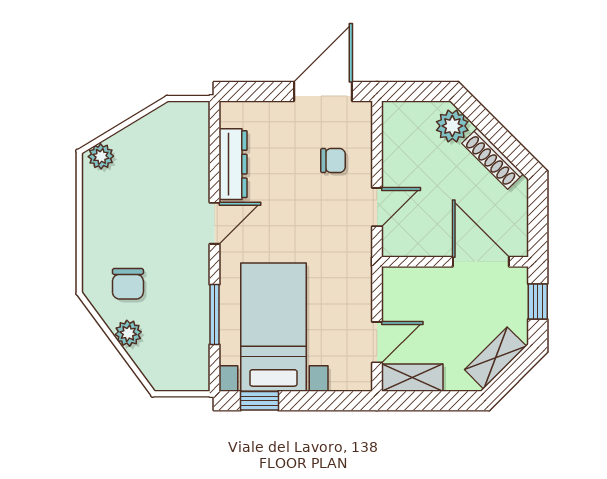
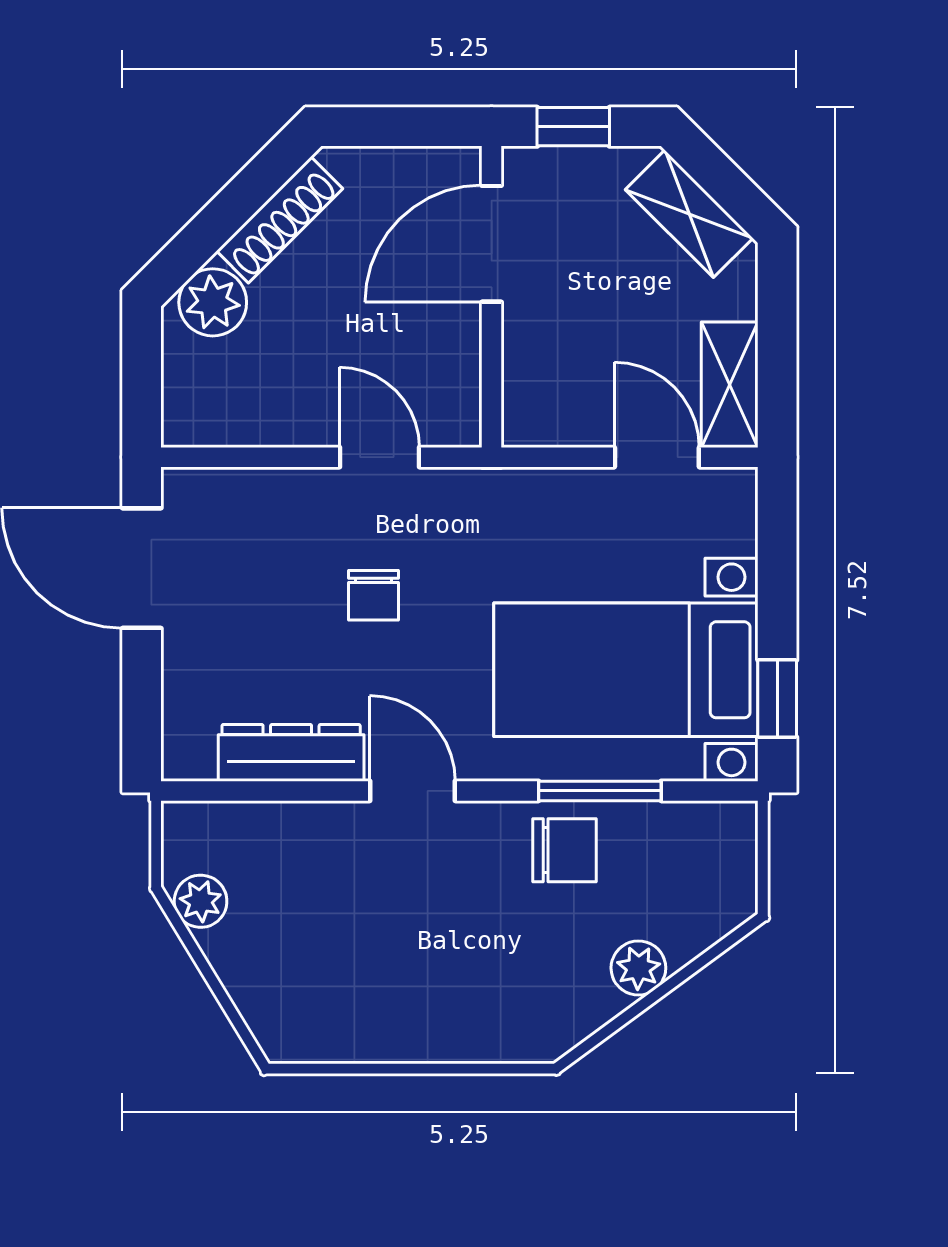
plant: (101, 156) -> (201, 901), moved
chair: (333, 160) -> (373, 595), moved, turned 180
chair: (128, 284) -> (565, 850), moved

